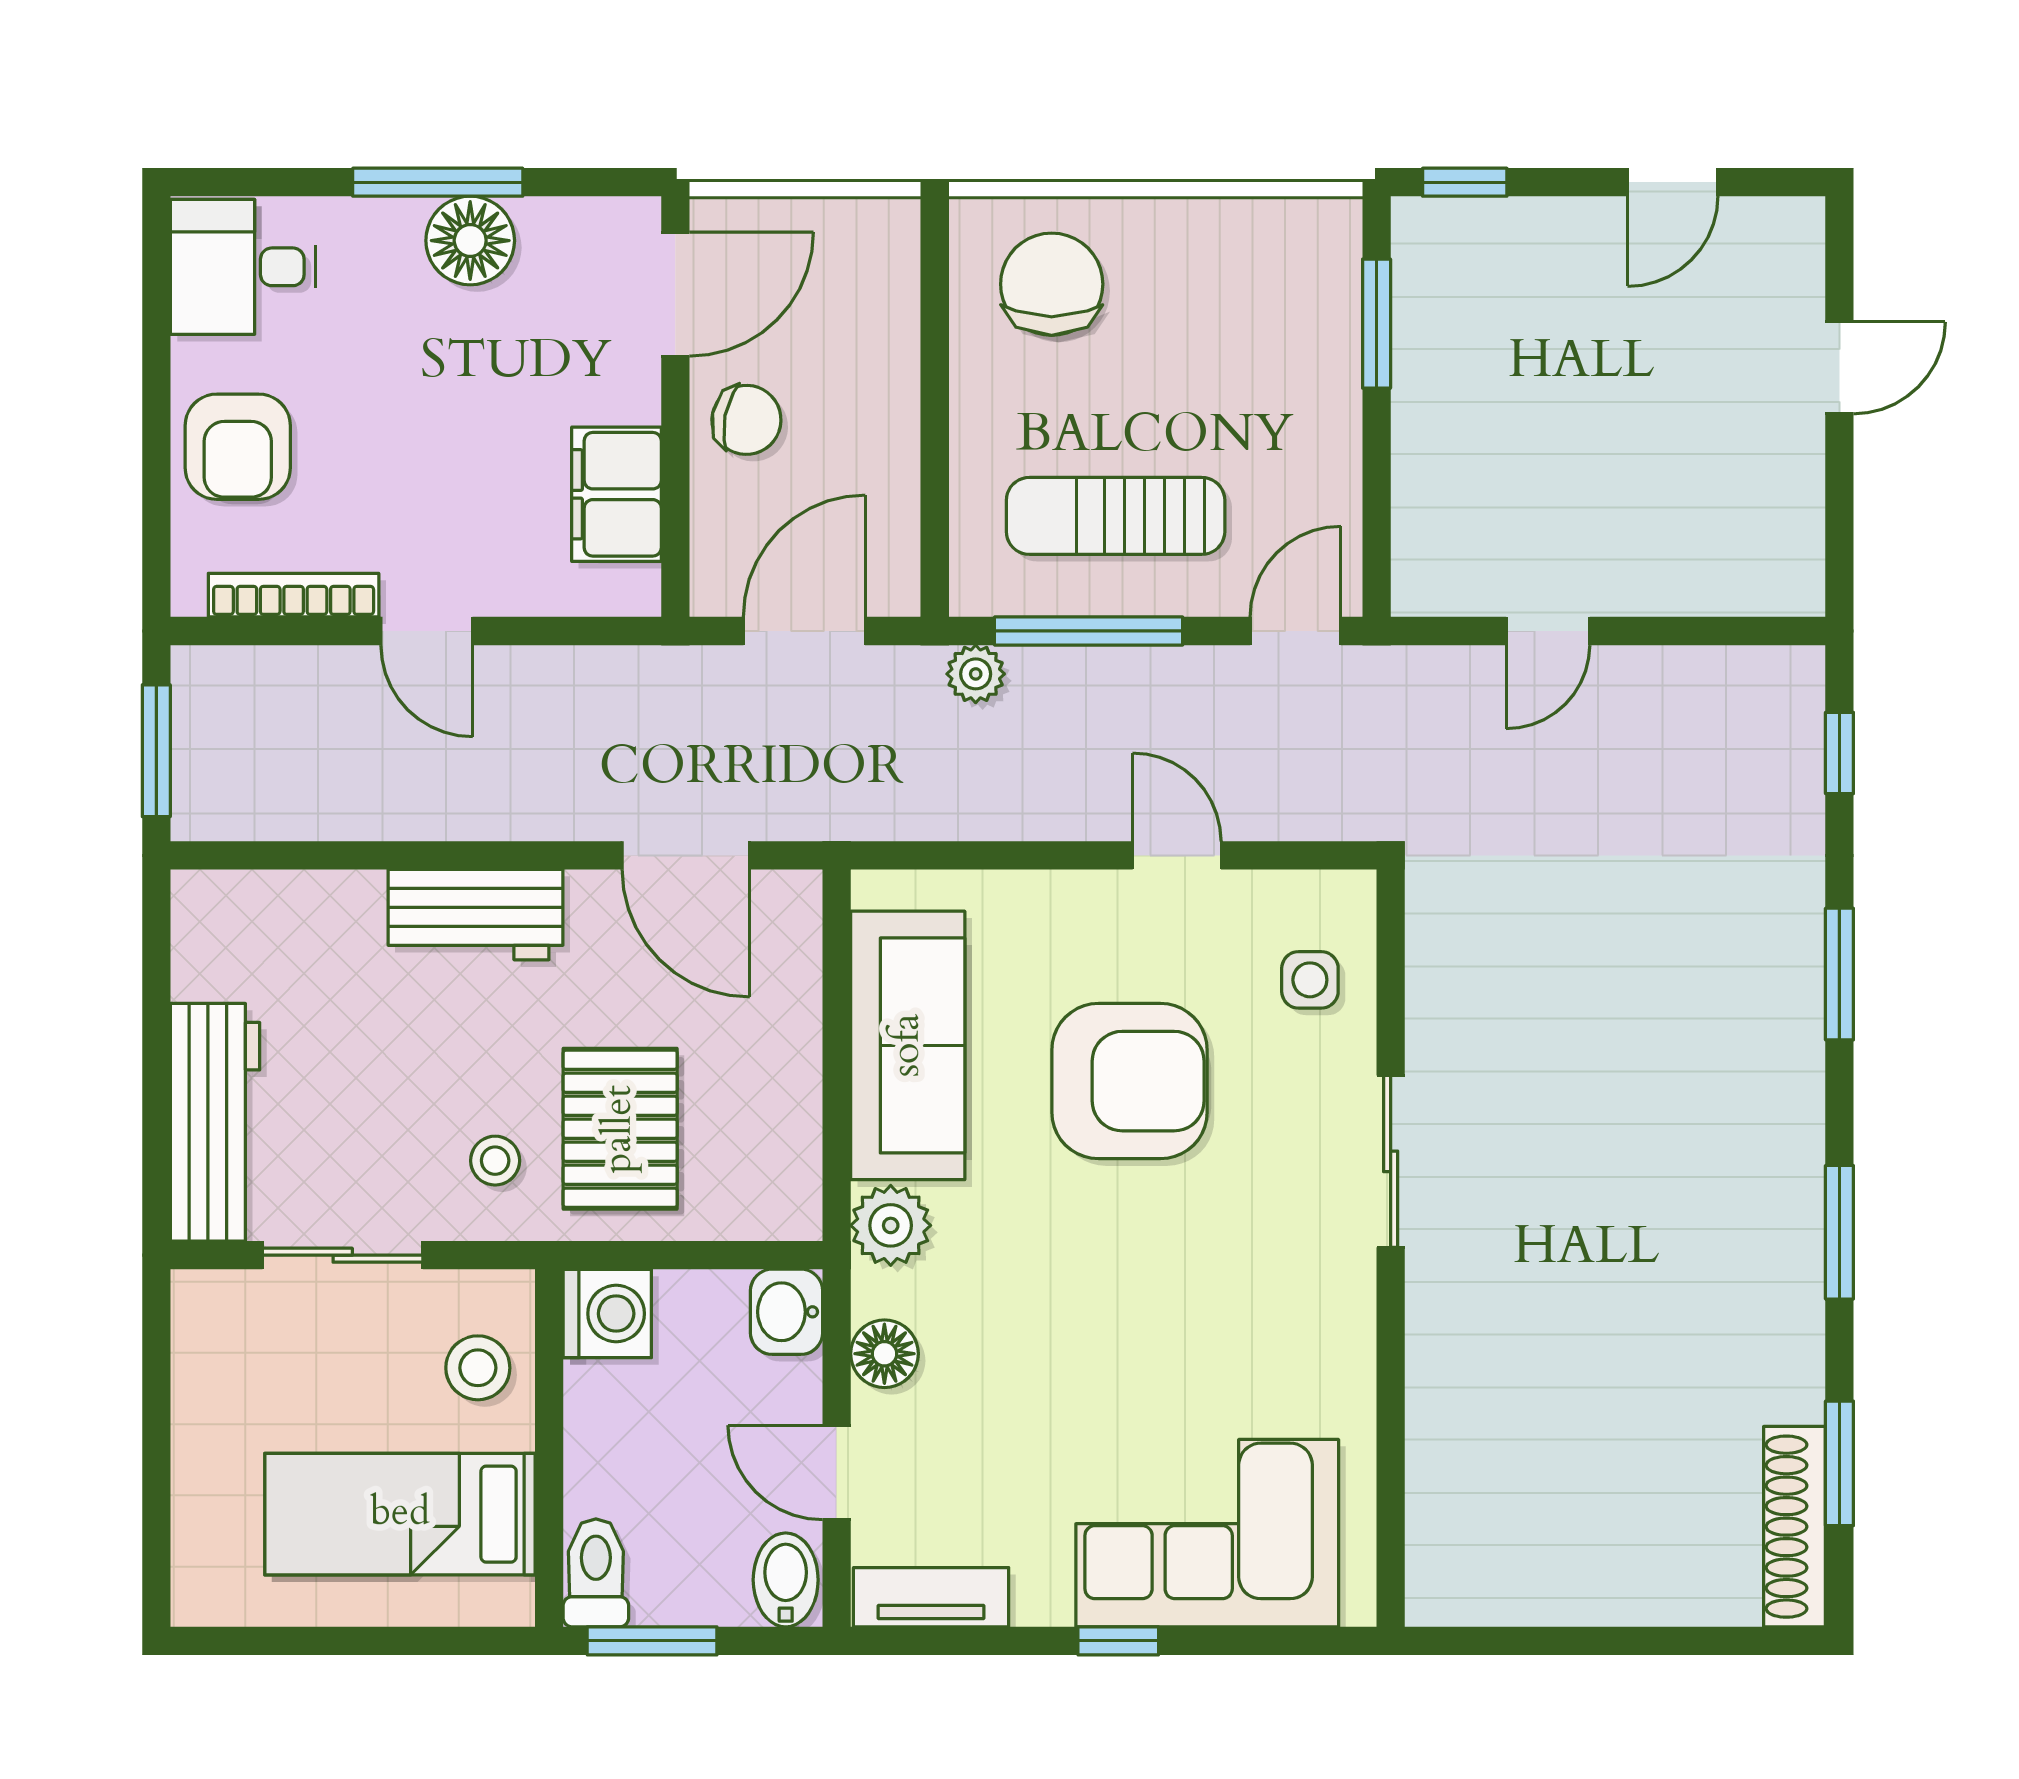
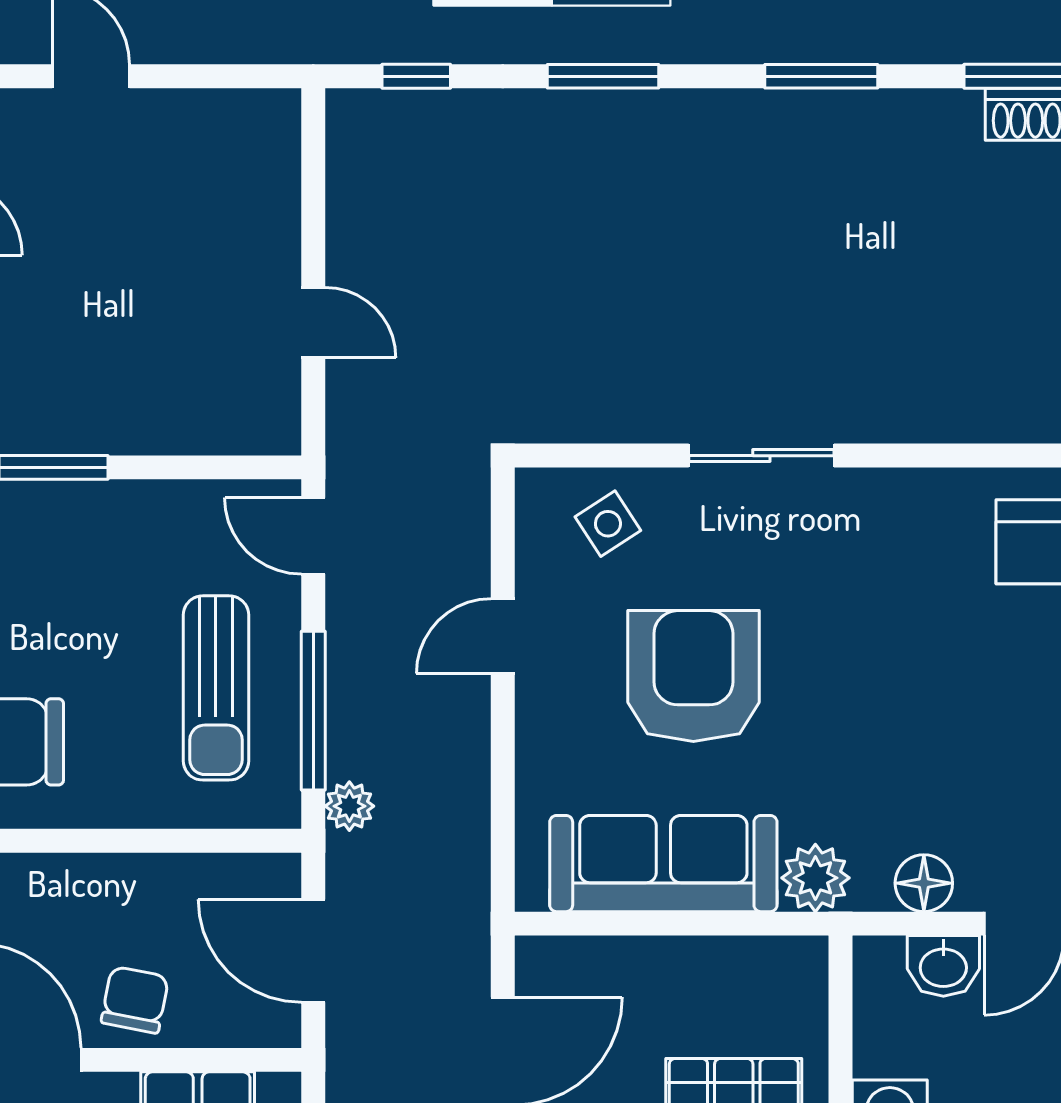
side table: (1310, 980) -> (608, 524), turned -33
washbasin: (787, 1312) -> (943, 966), moved

